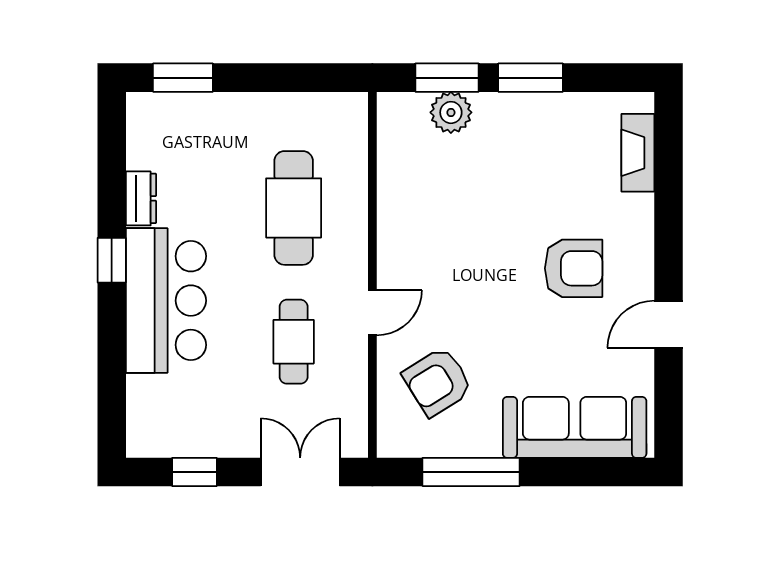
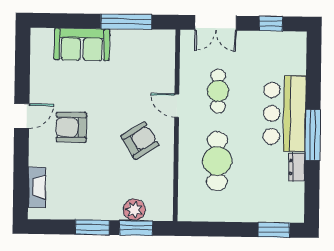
window: (112, 260) -> (313, 135), width x2.17
door: (372, 313) -> (177, 106), hinge flipped
door: (669, 324) -> (22, 116), moved
armchair: (438, 382) -> (140, 140), moved
sofa: (575, 427) -> (82, 44), width x0.73

